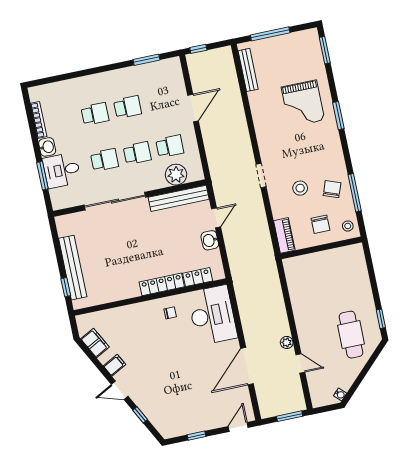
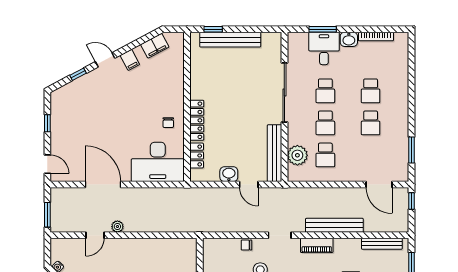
door: (193, 108) -> (379, 185), moved
bench: (239, 122) -> (334, 225), added
chair: (278, 207) -> (246, 245), added
piano: (284, 235) -> (317, 245), moved
door: (120, 390) -> (105, 60), hinge flipped

